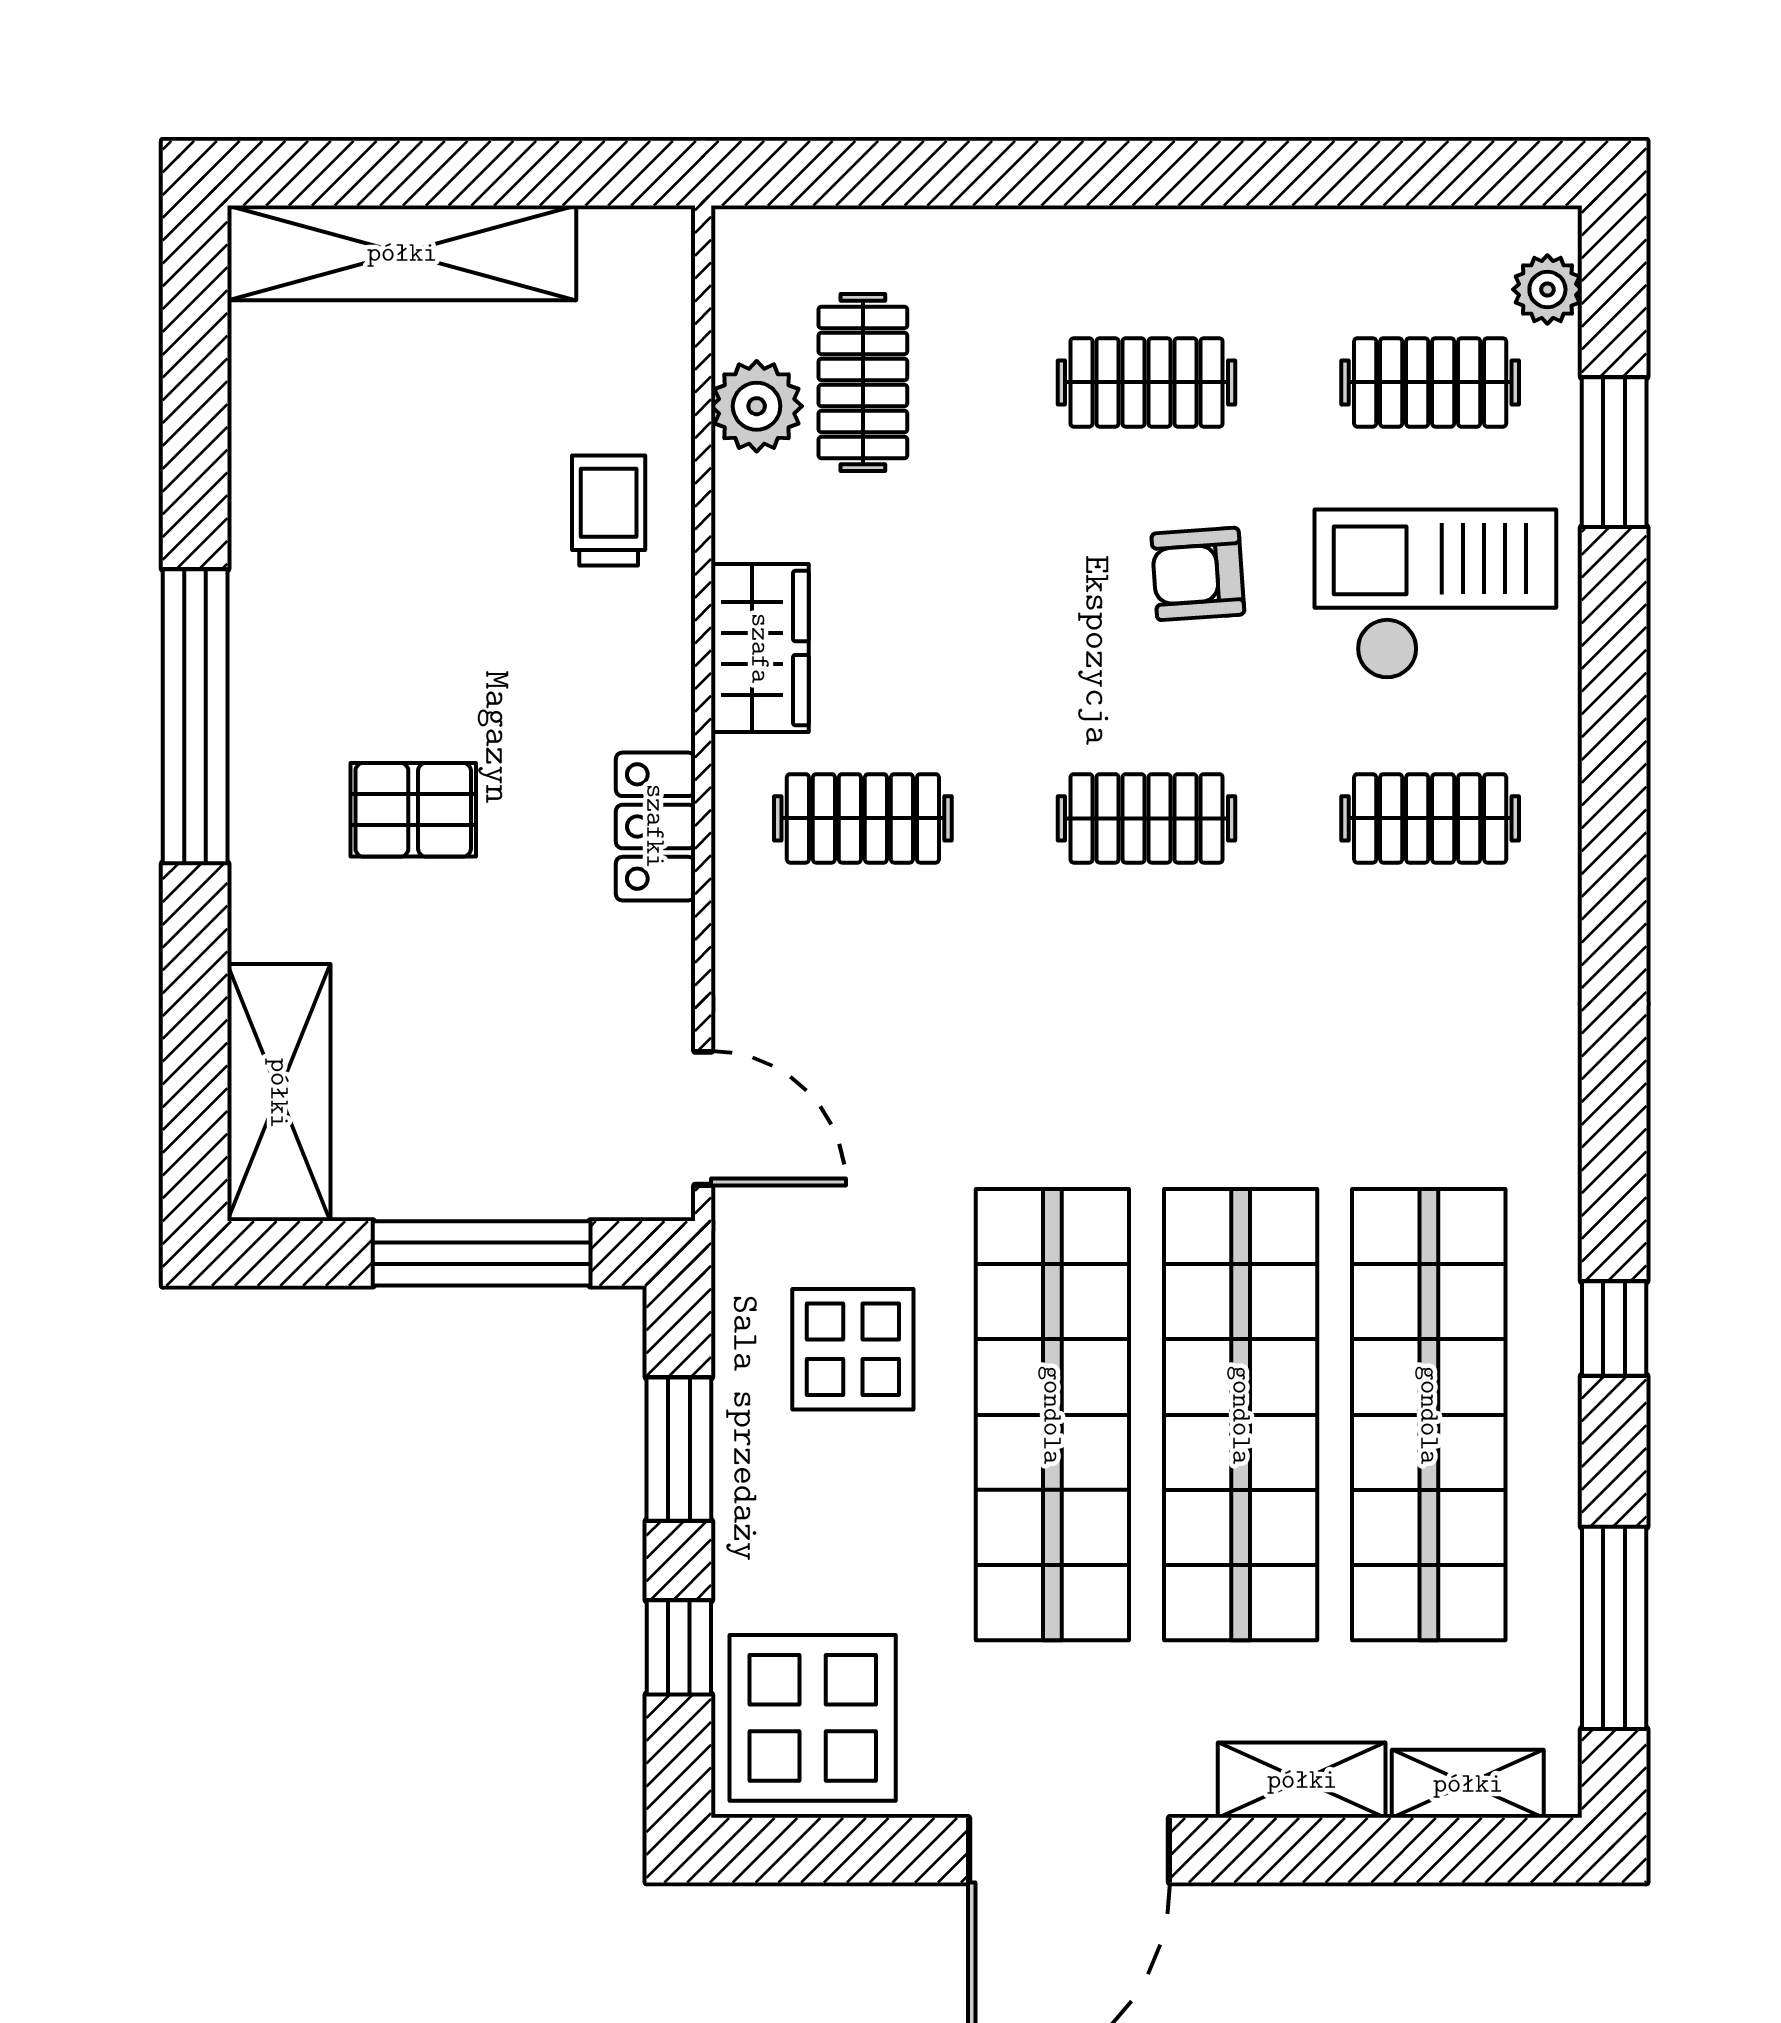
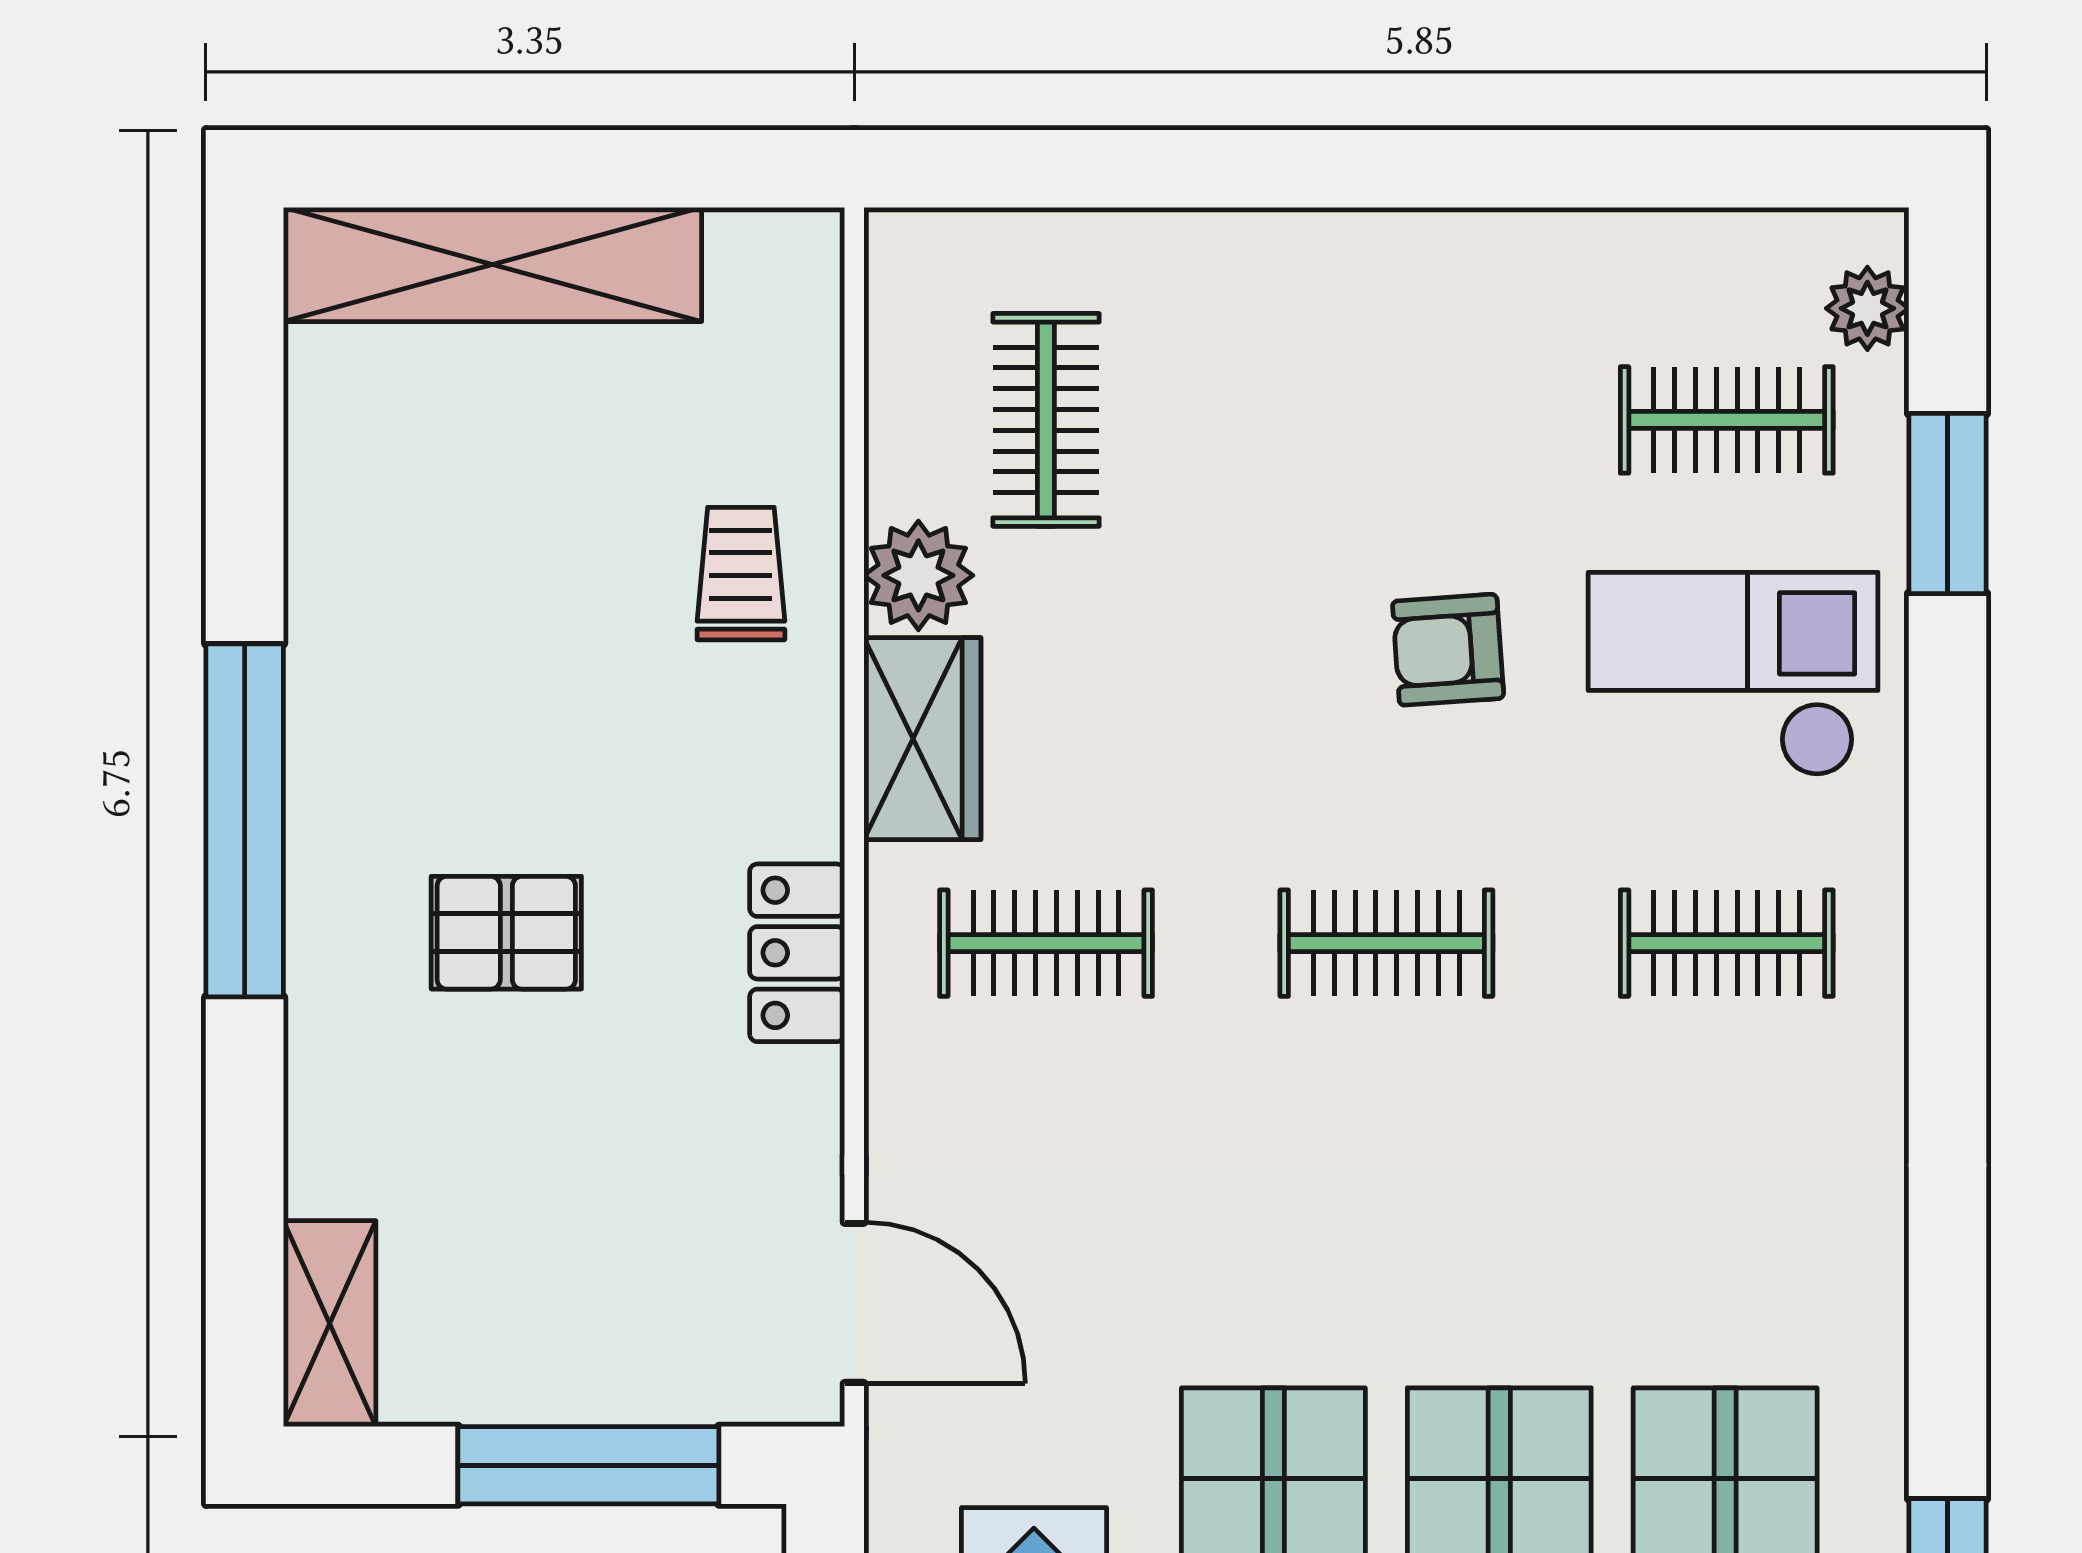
clothes rail: (1147, 382) -> (1386, 420), removed
plant: (757, 406) -> (918, 575), moved
shelving: (279, 1093) -> (330, 1324), width x0.67, depth x0.75

